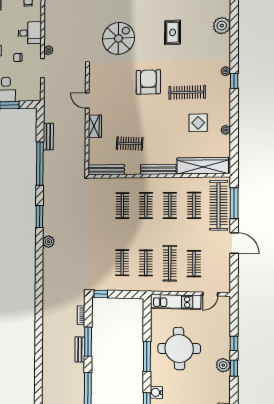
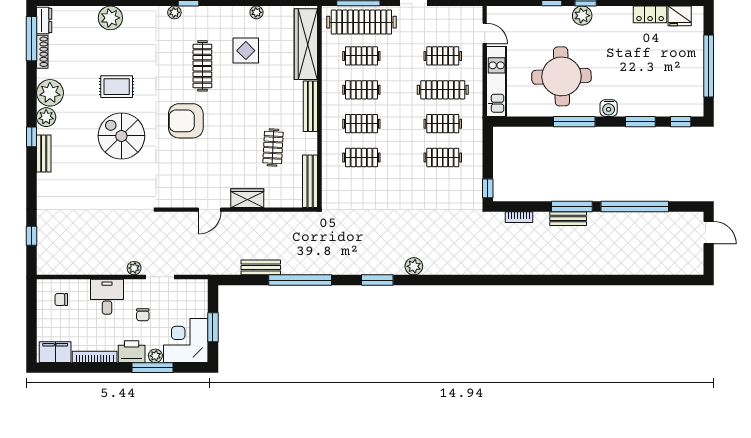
spiral stairs: (118, 38) -> (121, 136), moved
window: (88, 342) -> (572, 207), moved
water cooler: (156, 392) -> (609, 108), moved

